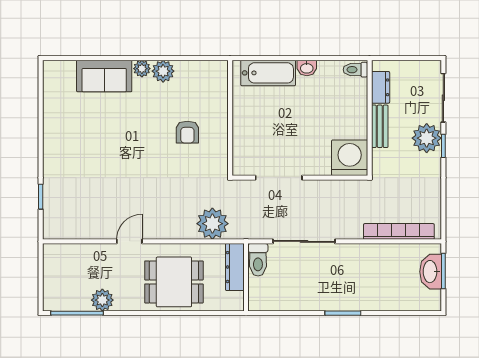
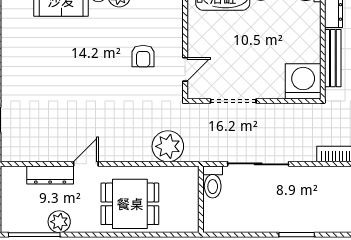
bench: (380, 126) -> (333, 58), width x1.36
door: (230, 145) -> (185, 69), added
dresser: (235, 267) -> (50, 175), moved, turned -90

